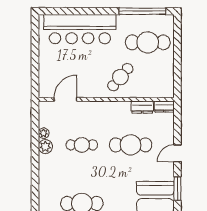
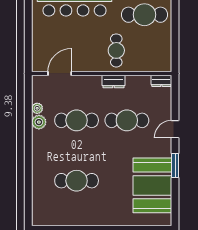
cafe table: (120, 77) -> (116, 50), turned -40
dresser: (142, 107) -> (113, 81), moved
cafe table: (82, 145) -> (77, 120), width x1.37, depth x1.35

